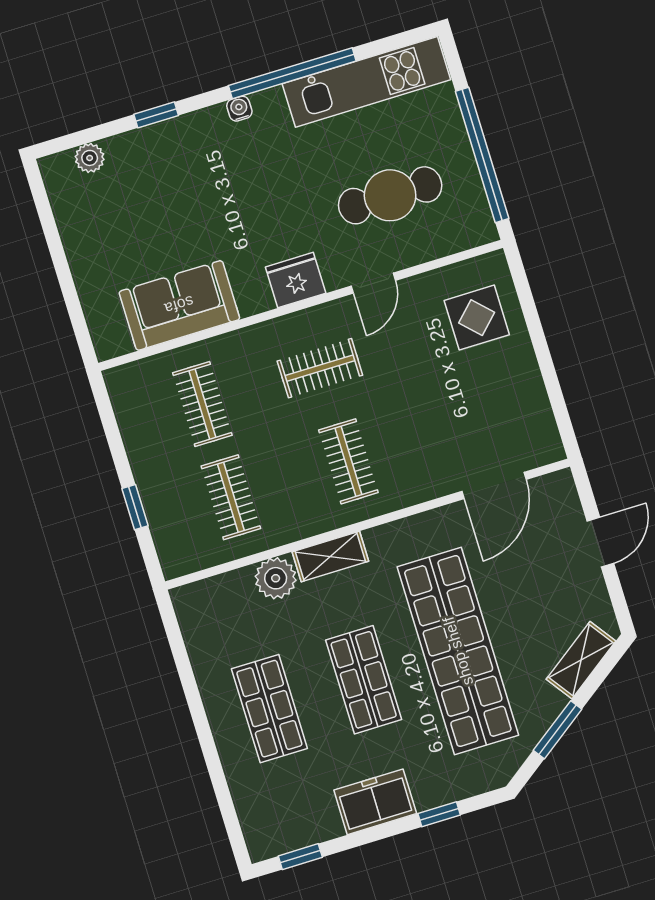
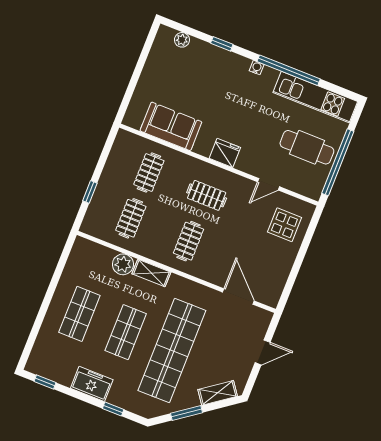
cafe table: (390, 195) -> (307, 147), moved
door: (373, 283) -> (269, 184), moved
door: (494, 485) -> (238, 297), swing flipped

